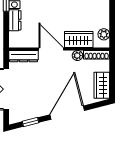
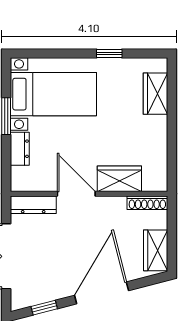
plant: (104, 34) -> (159, 171), removed
plant: (77, 56) -> (117, 204), removed

